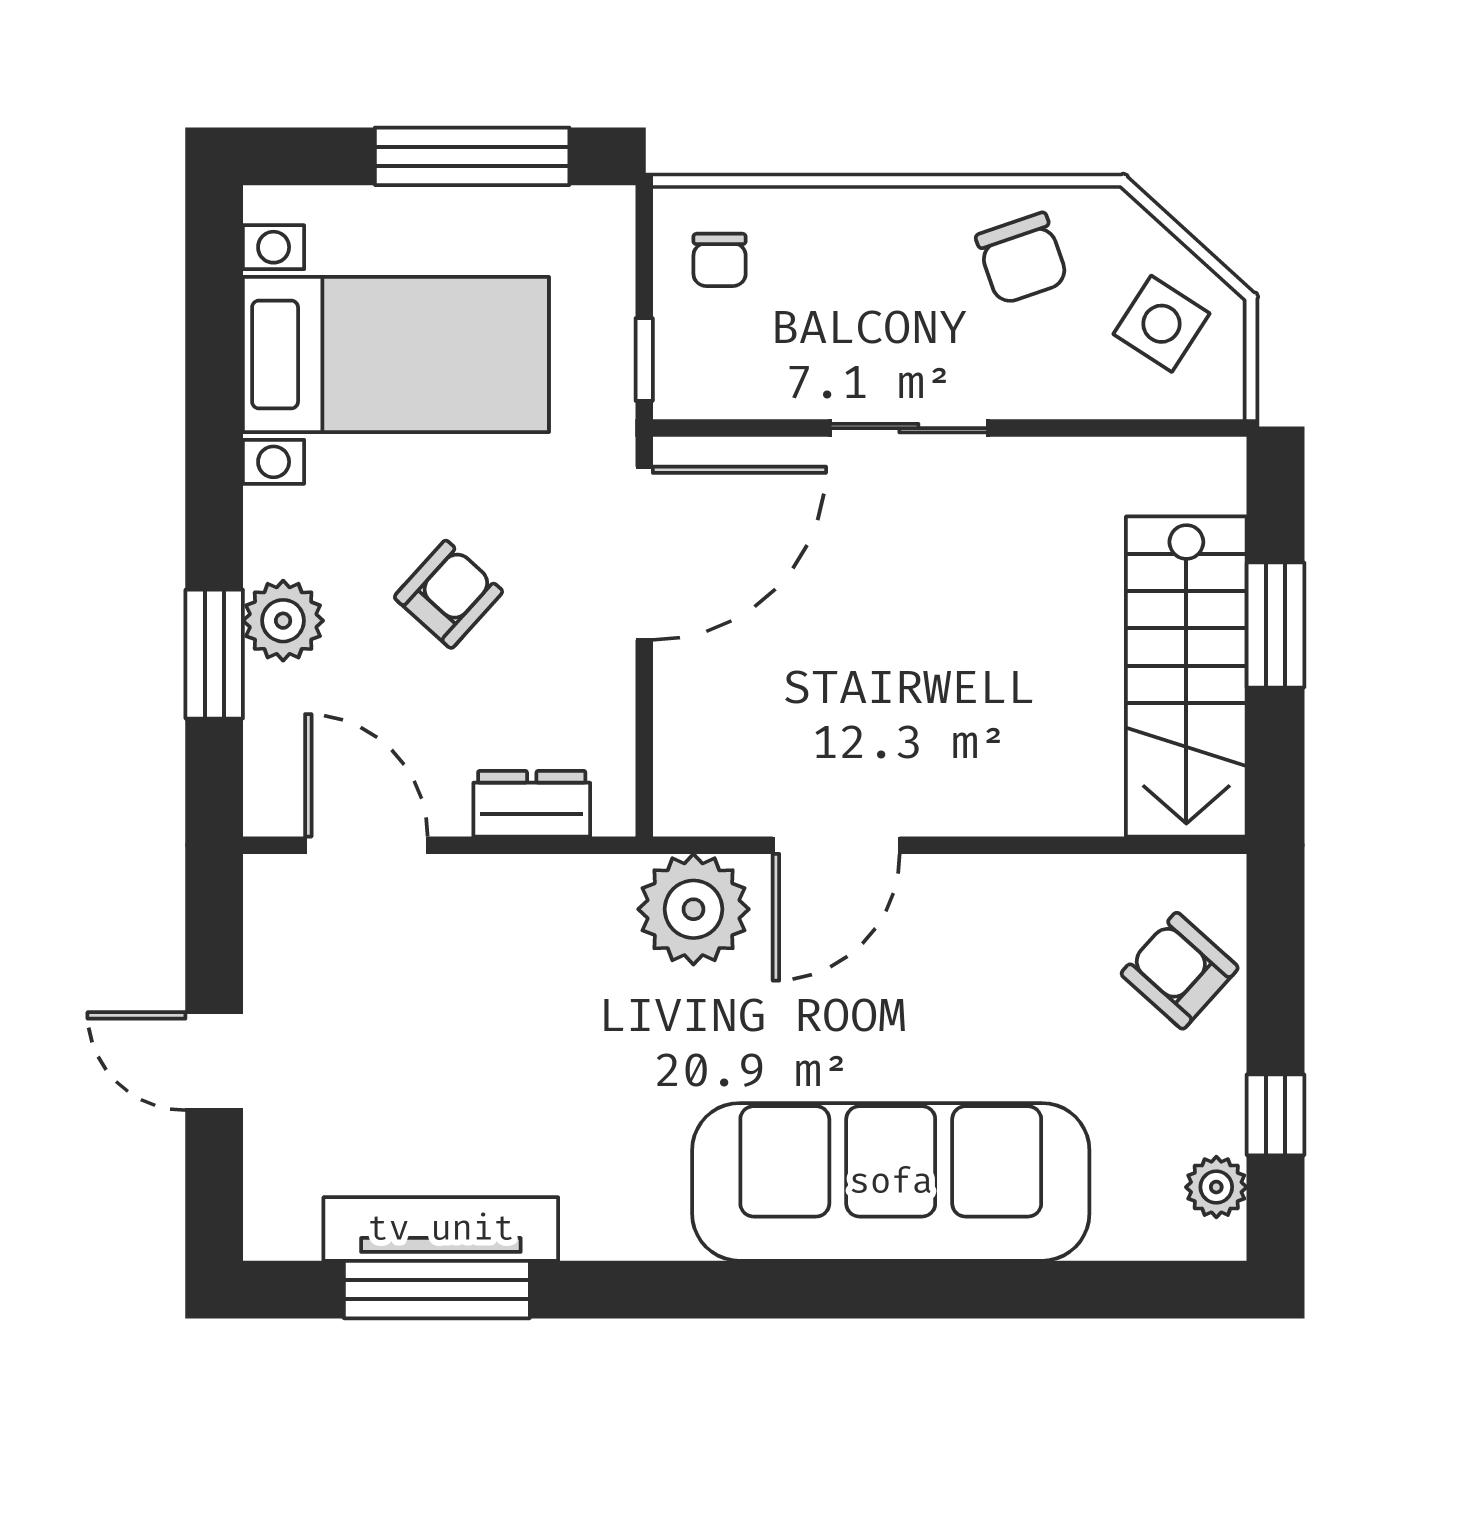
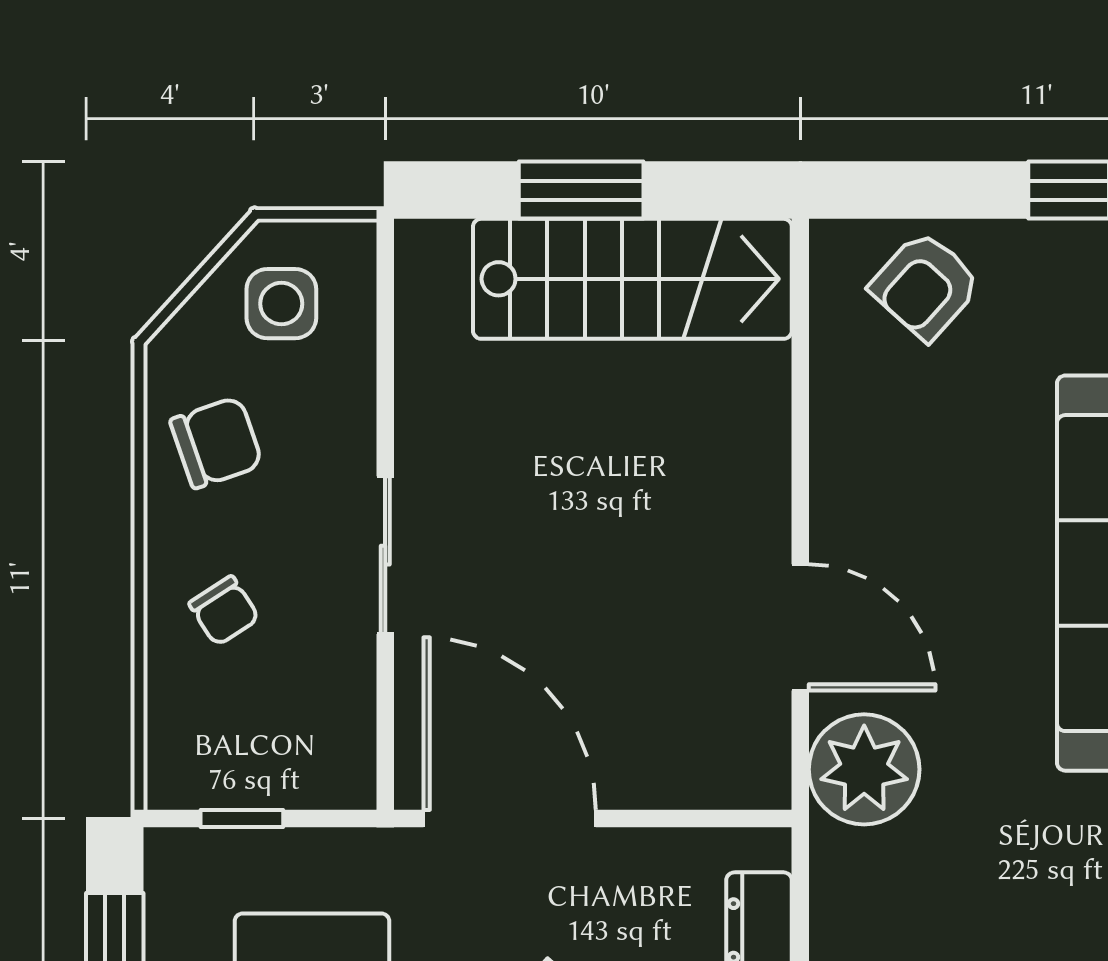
chair: (720, 260) -> (224, 611), moved, turned 57
side table: (1161, 324) -> (281, 304), turned -33
window: (644, 359) -> (242, 818), moved

